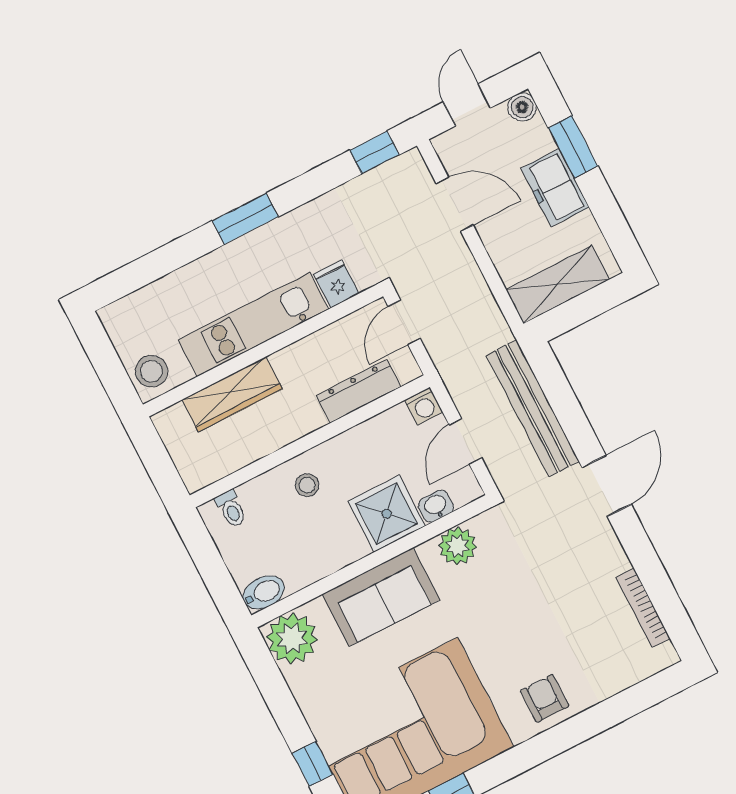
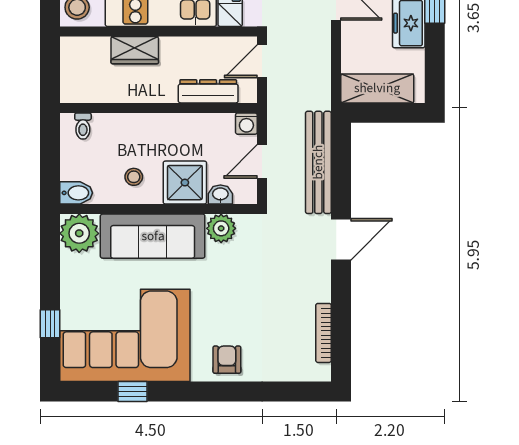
wardrobe: (232, 394) -> (135, 50), width x0.67
stool: (307, 485) -> (134, 177), moved
sofa: (381, 597) -> (153, 236), width x1.36

